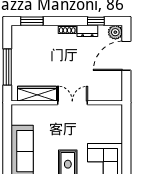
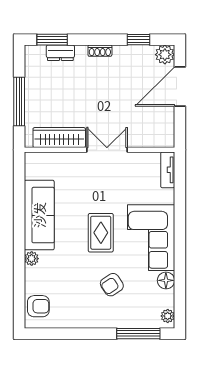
dresser: (87, 31) -> (60, 53), moved
tv unit: (117, 118) -> (168, 170), added

